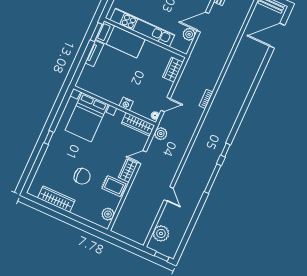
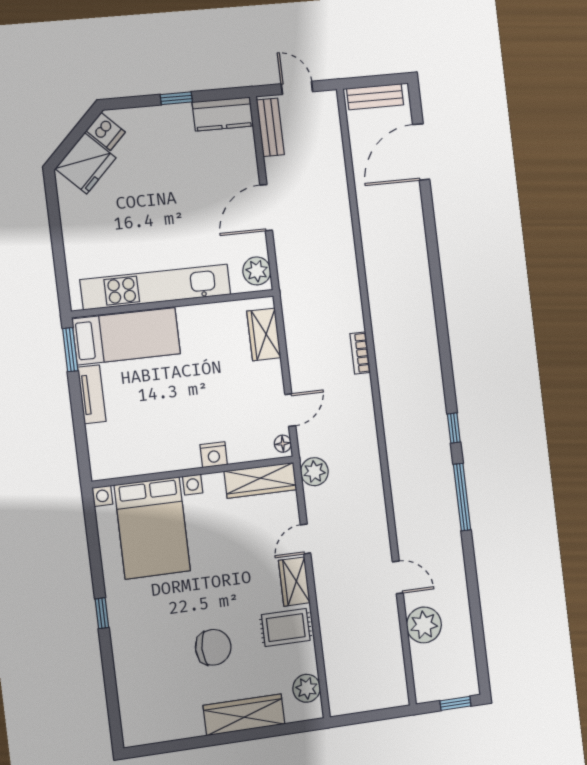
plant: (189, 34) -> (257, 271), moved
wardrobe: (56, 199) -> (244, 715), moved
plant: (161, 233) -> (424, 625), moved

